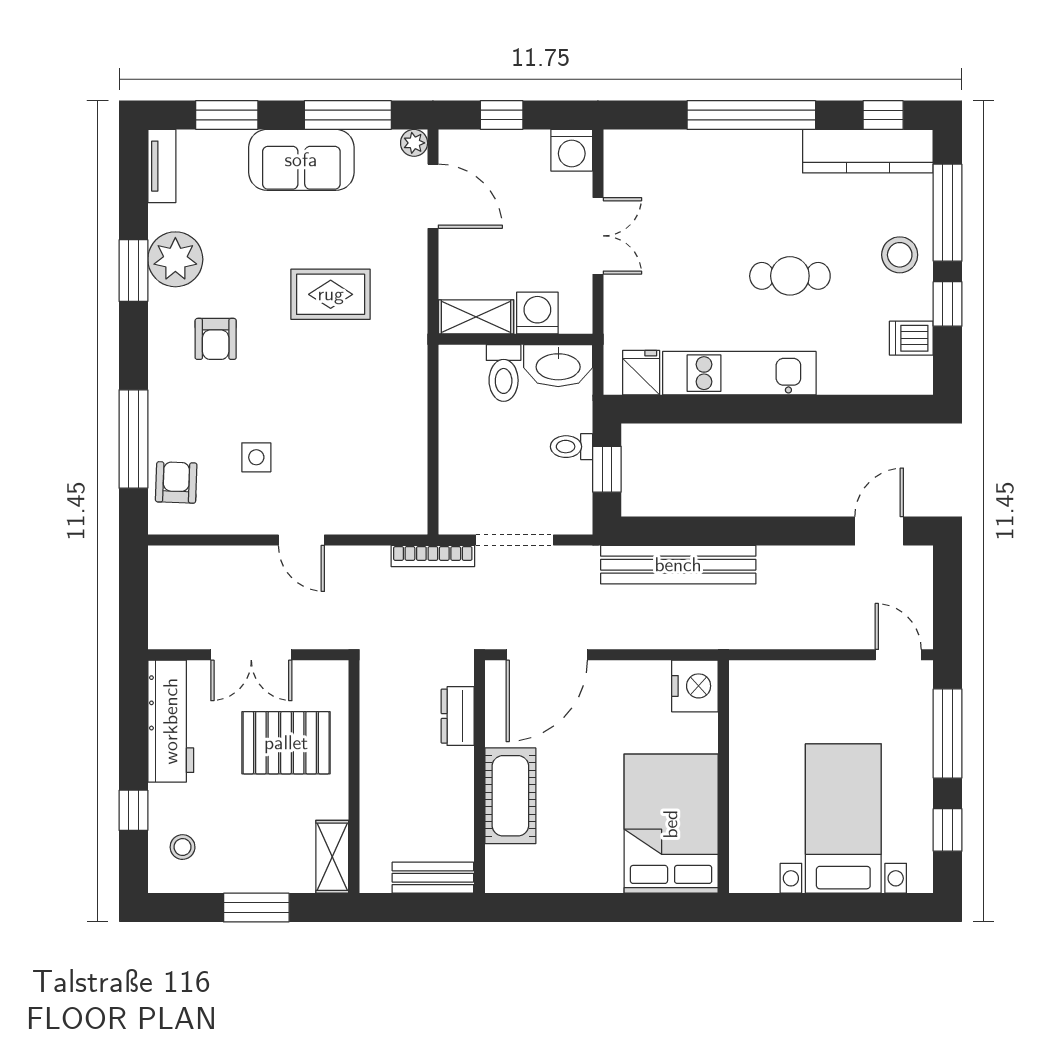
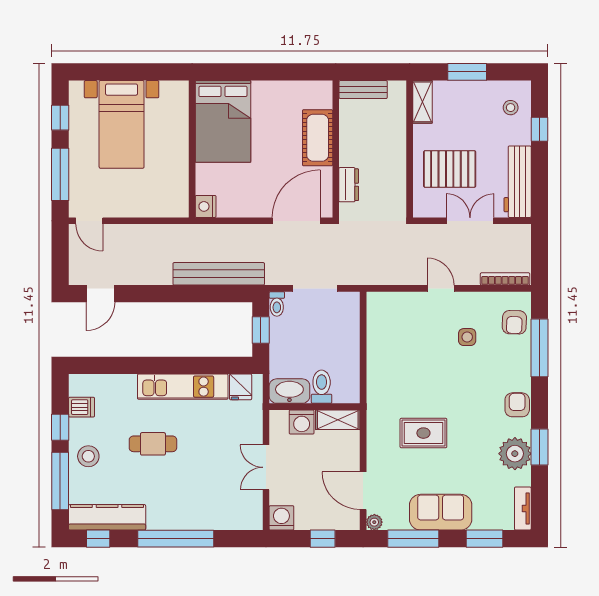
armchair: (216, 339) -> (517, 405), moved
toilet: (571, 447) -> (277, 304), moved, turned 90
bookcase: (433, 556) -> (505, 279), moved
nightstand: (695, 686) -> (206, 206), width x0.74, depth x0.75

